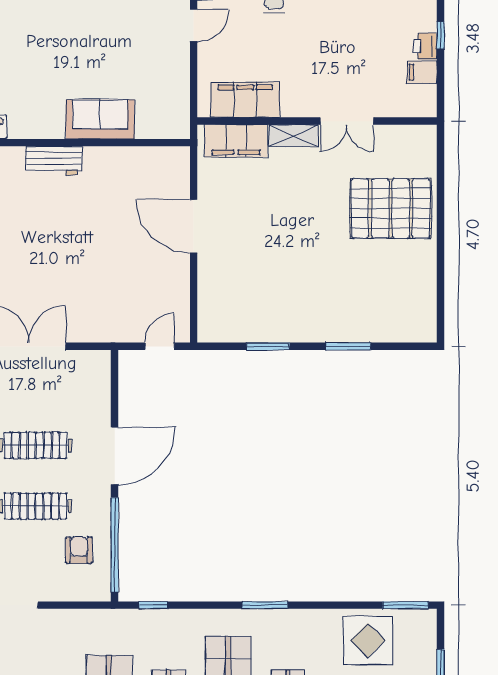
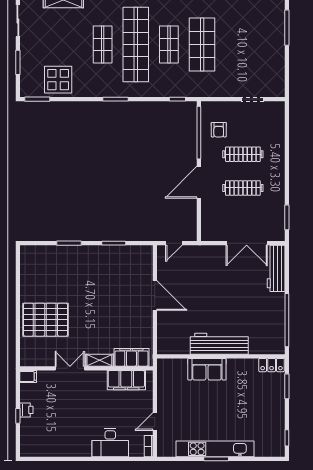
filing cabinet: (422, 72) -> (28, 377), moved
workbench: (54, 161) -> (219, 344), width x1.88, depth x1.32
door: (194, 226) -> (155, 295), moved

